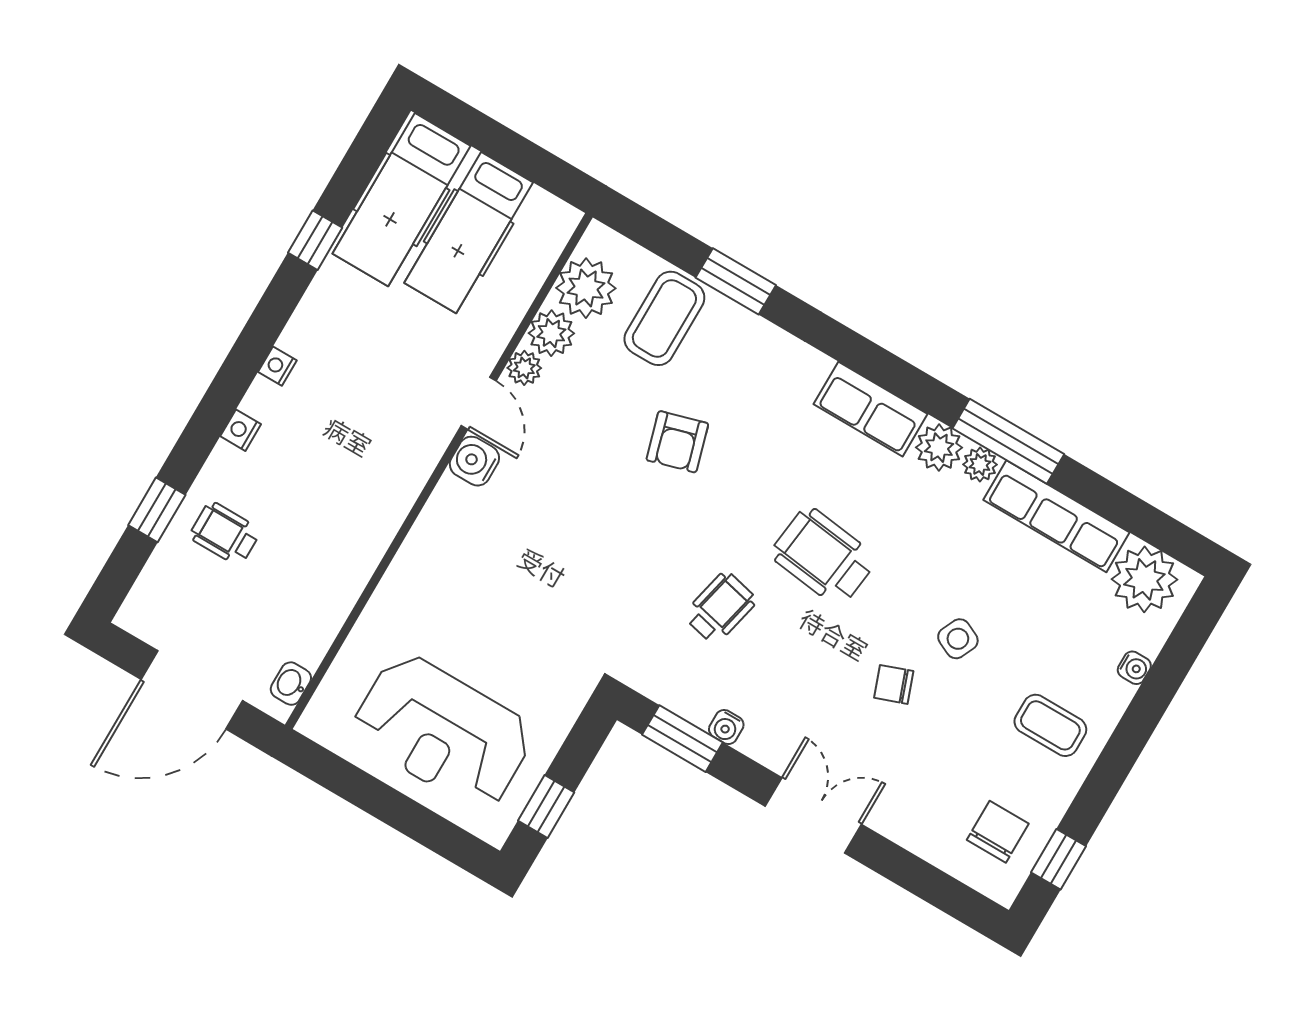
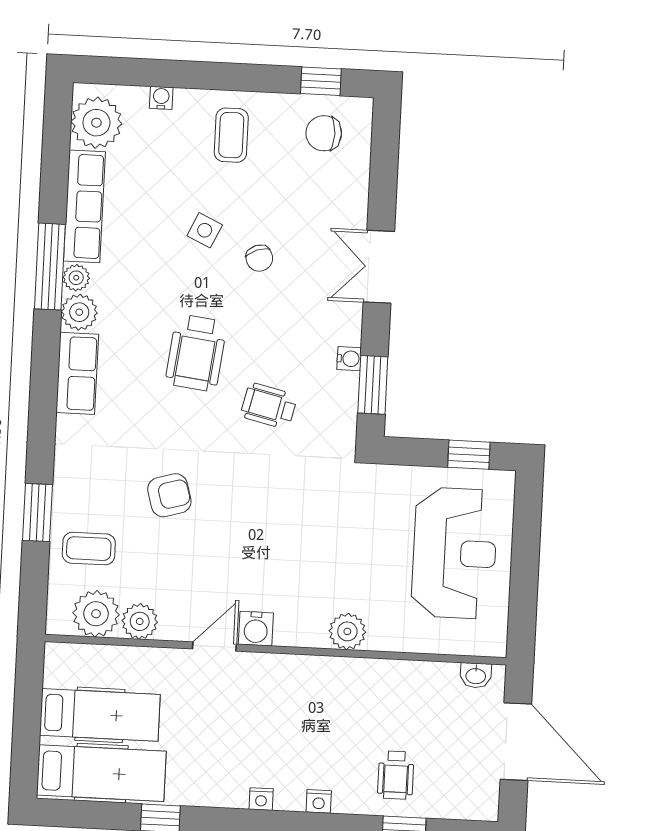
coffee table: (664, 318) -> (89, 549), width x0.73, depth x0.77
plant: (524, 368) -> (347, 631), moved, width x1.38, depth x1.38

